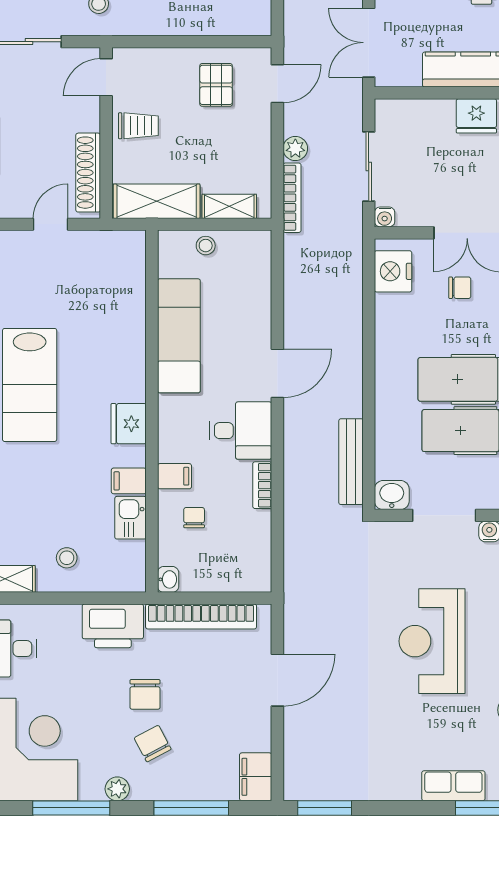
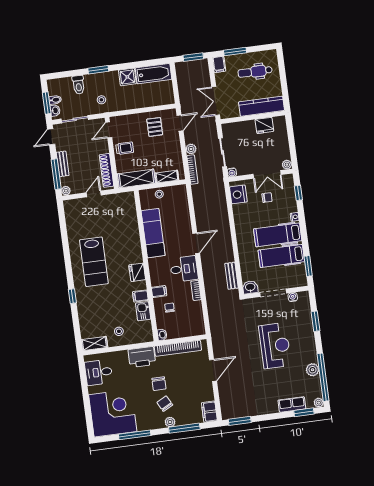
bench: (351, 462) -> (231, 276), width x0.73
reception desk: (432, 641) -> (275, 346), turned 180
plant: (117, 789) -> (170, 422), moved

